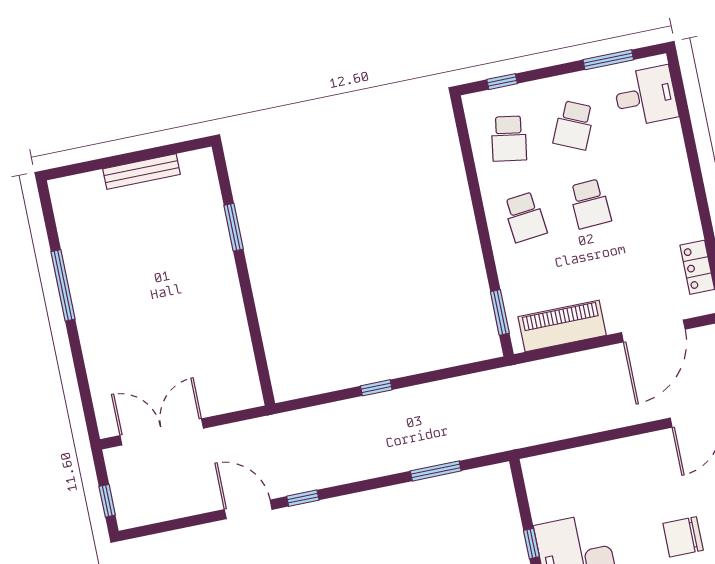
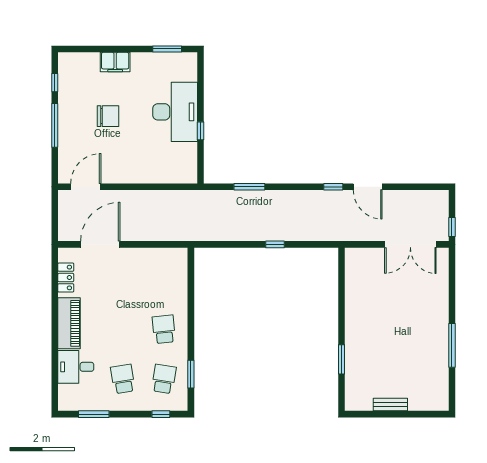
desk: (646, 96) -> (76, 367), moved
school desk: (574, 125) -> (123, 379), turned -33
bench: (141, 172) -> (390, 405), width x0.73
school desk: (590, 204) -> (123, 329), removed
window: (500, 312) -> (191, 374), moved
piano: (562, 326) -> (69, 323), moved, turned -90
window: (107, 501) -> (452, 227), moved

